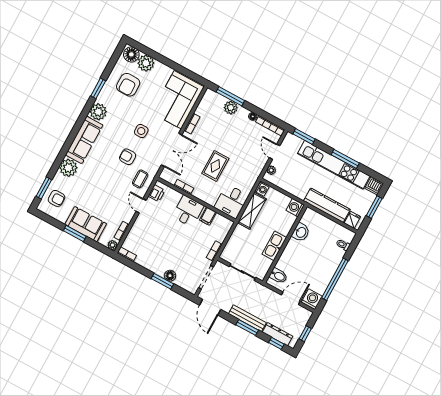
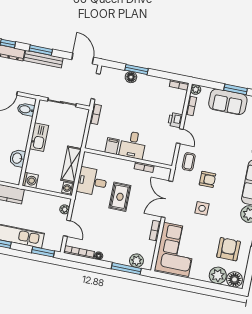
plant: (231, 108) -> (136, 261), moved
printer: (157, 193) -> (175, 120), moved
desk: (231, 201) -> (92, 182), moved, turned -90

